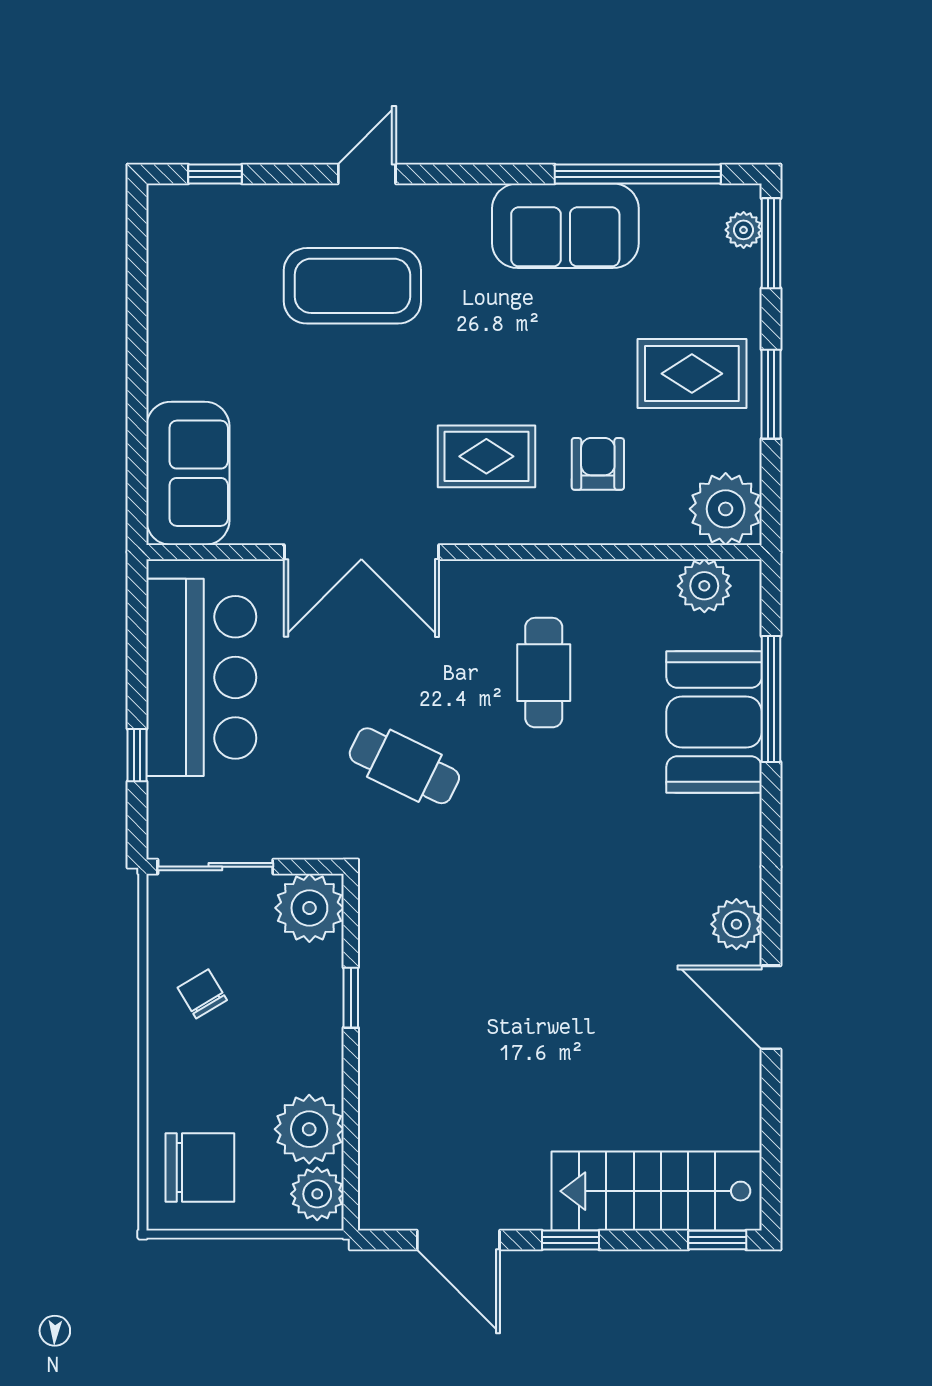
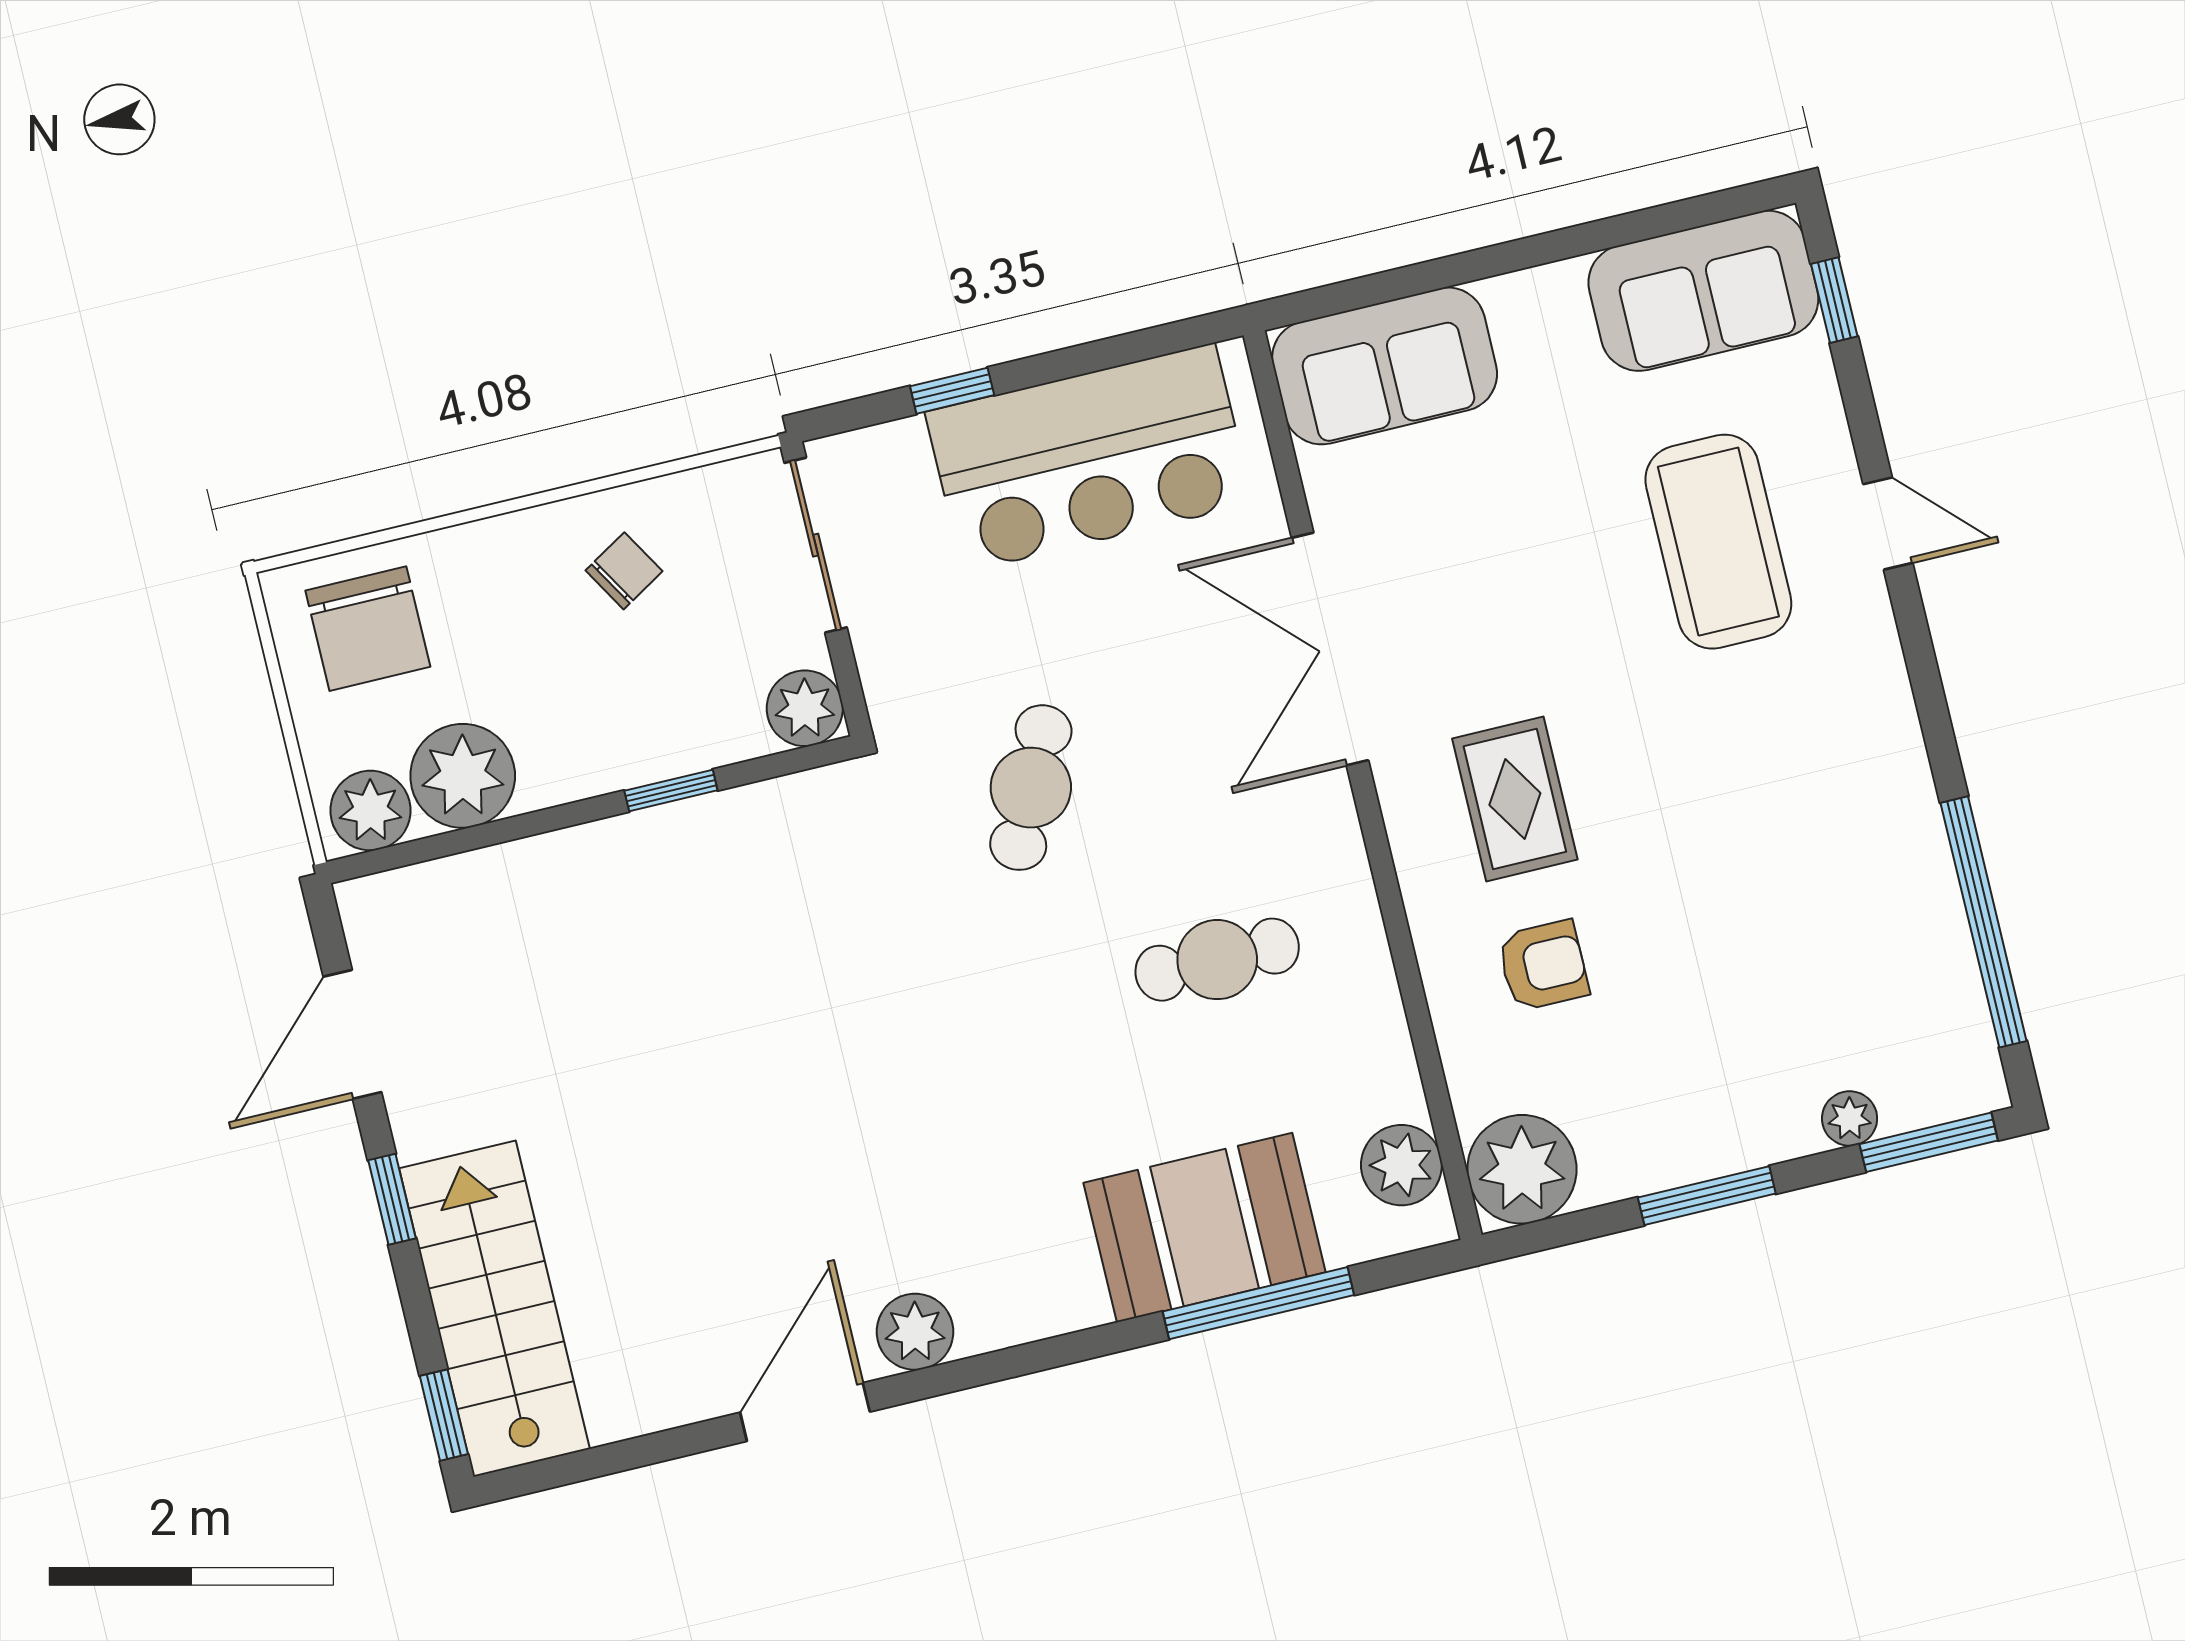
sofa: (565, 226) -> (1703, 291), moved, turned -90
plant: (744, 230) -> (1850, 1118), moved
rug: (692, 374) -> (1709, 1072), removed
plant: (309, 908) -> (805, 708), width x0.73, depth x0.73

